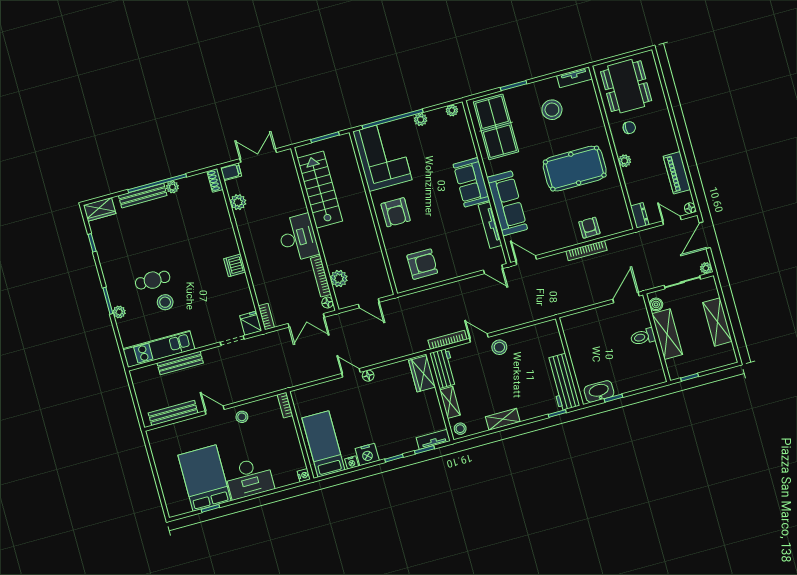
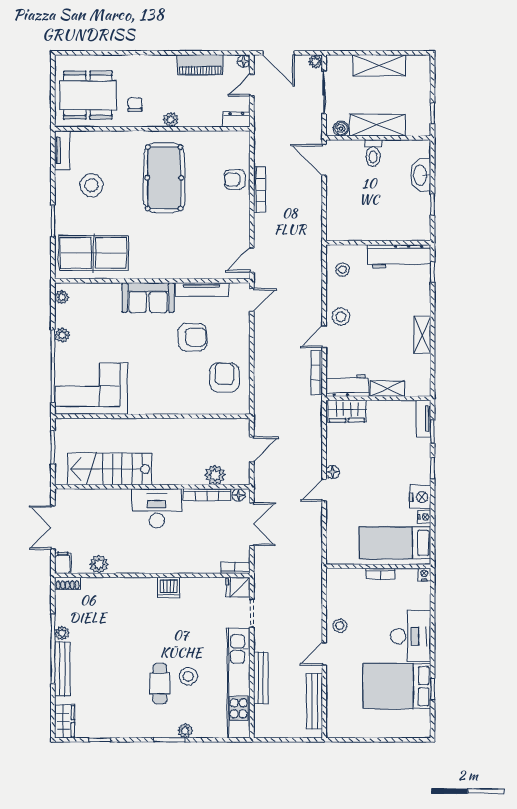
sofa: (507, 203) -> (182, 264), removed
armchair: (396, 212) -> (192, 337), moved
kitchen unit: (159, 349) -> (239, 683), width x1.36
washbasin: (599, 391) -> (421, 175), moved
bookcase: (285, 405) -> (381, 574), moved
stool: (460, 429) -> (342, 270), moved

